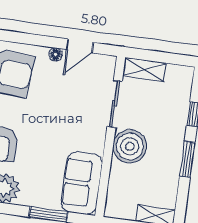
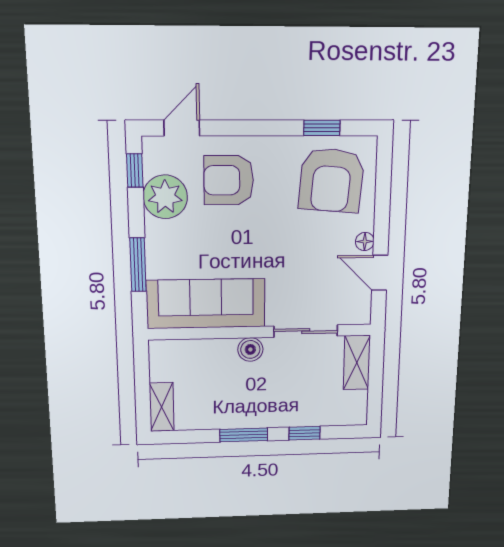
boiler: (130, 146) -> (250, 349), width x0.54, depth x0.54
sofa: (82, 183) -> (206, 304), width x1.36

